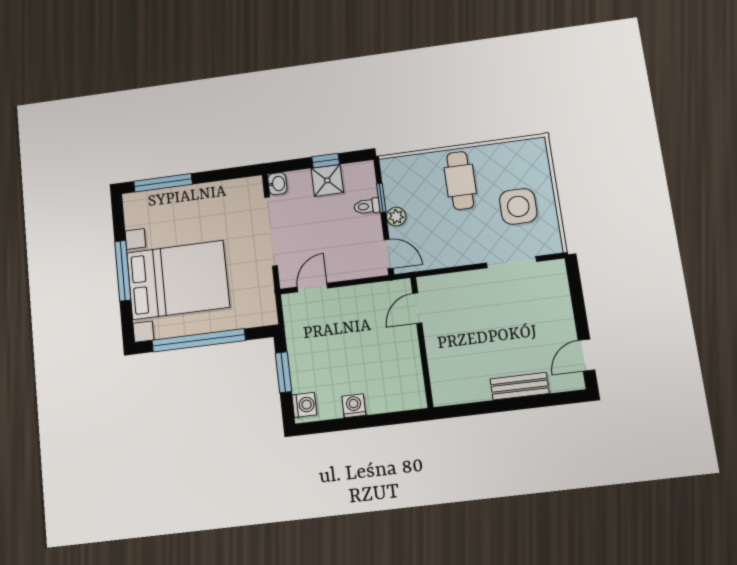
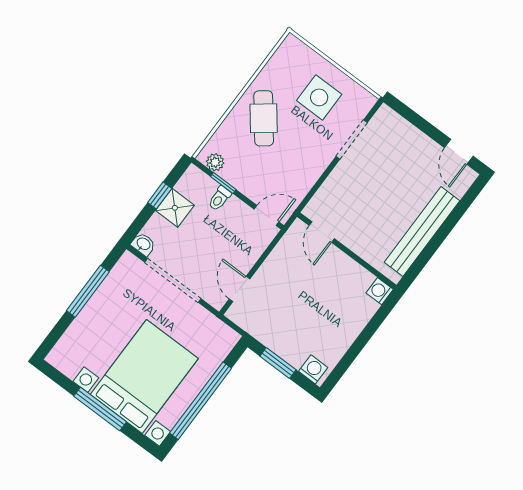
cafe table: (460, 181) -> (264, 118), turned 52
window: (163, 183) -> (88, 291), moved
plant: (396, 217) -> (215, 162), moved
bench: (520, 386) -> (422, 231), width x1.86, depth x1.21
washing machine: (354, 406) -> (380, 291), moved

